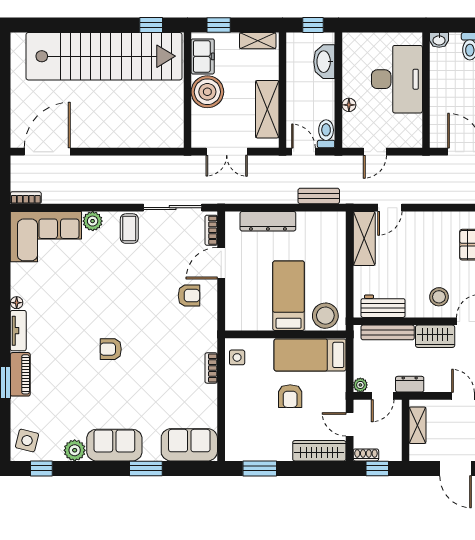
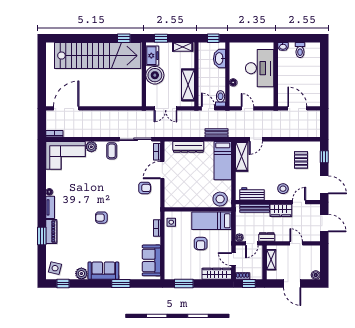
door: (375, 152) -> (248, 108), swing flipped
bed: (289, 296) -> (223, 161), moved, turned 180
sofa: (189, 445) -> (151, 260), moved, turned -90

